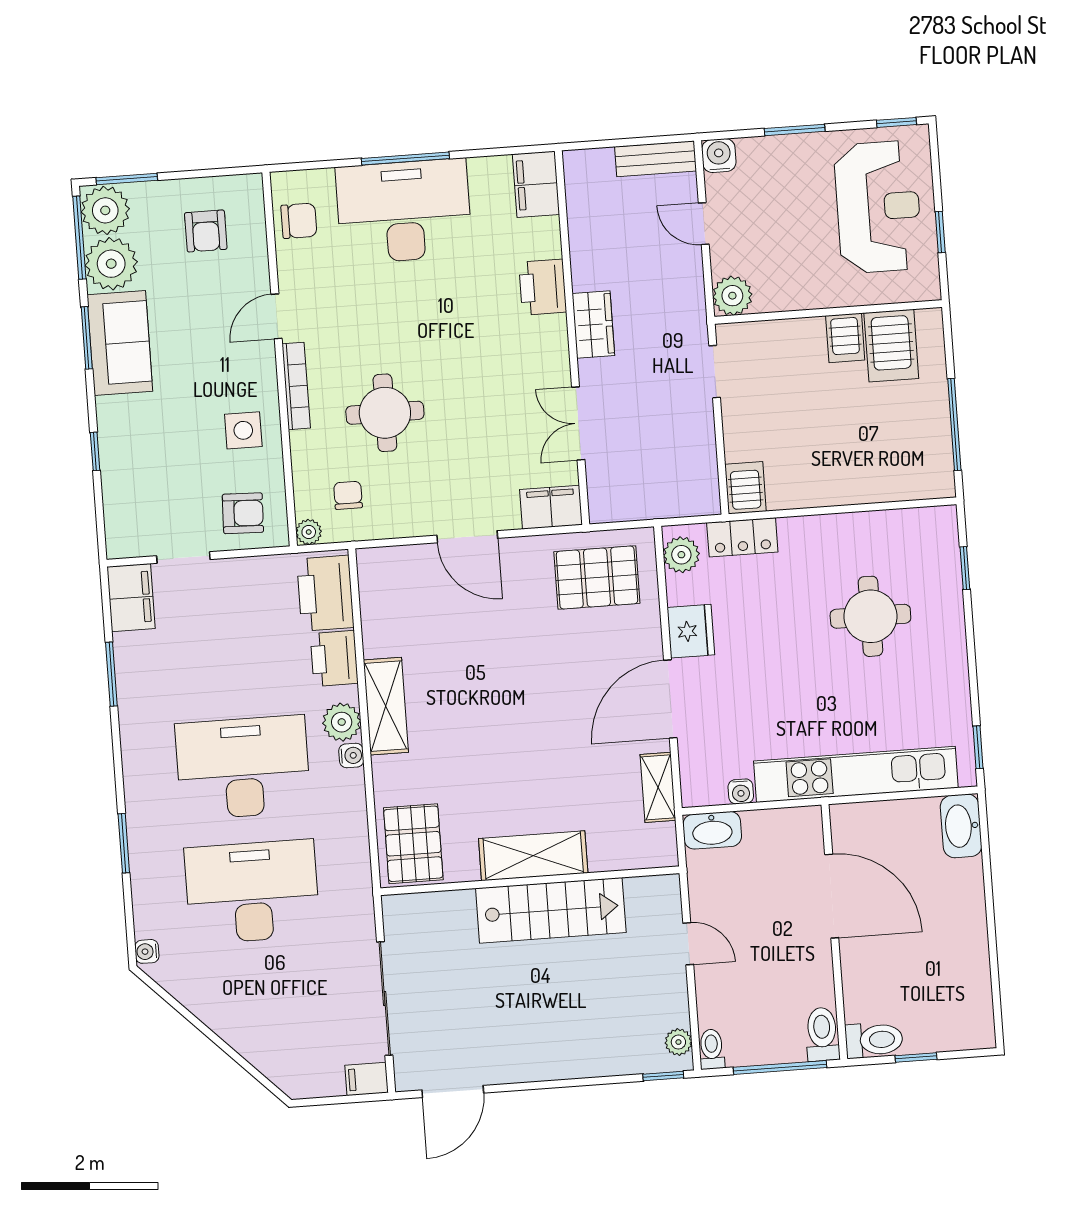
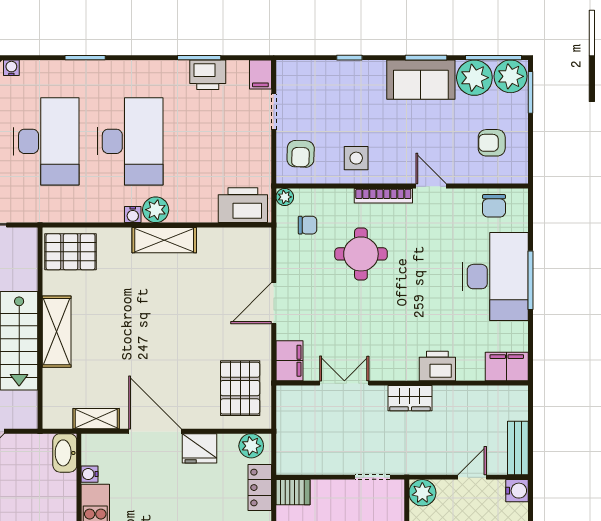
filing cabinet: (131, 598) -> (260, 75), width x0.50
printer: (334, 658) -> (208, 75), moved, turned 180

